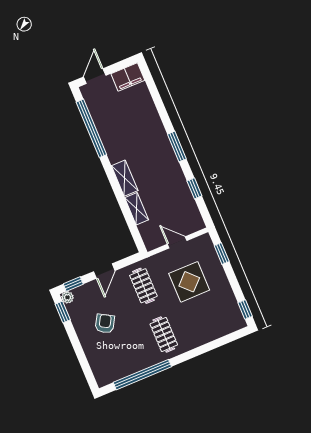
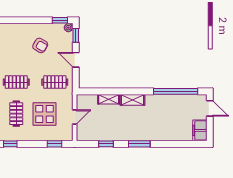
clothes rail: (204, 318) -> (16, 114), added

